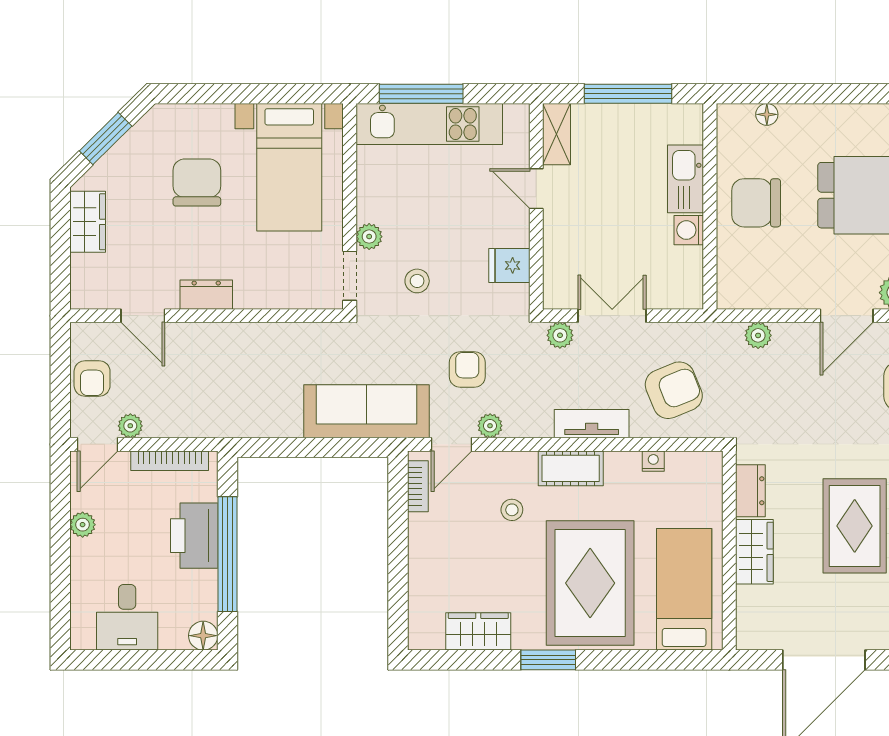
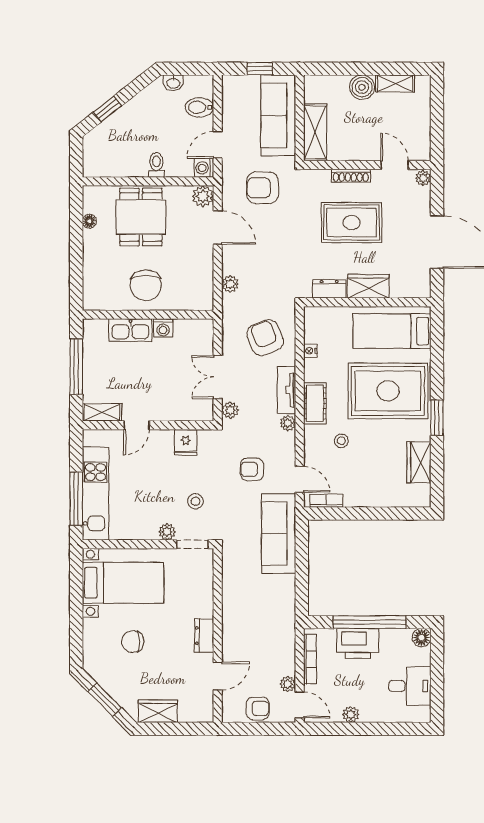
floor lamp: (767, 114) -> (89, 221), moved
chair: (197, 182) -> (133, 642), width x0.73, depth x0.73
plant: (490, 426) -> (288, 423), moved

